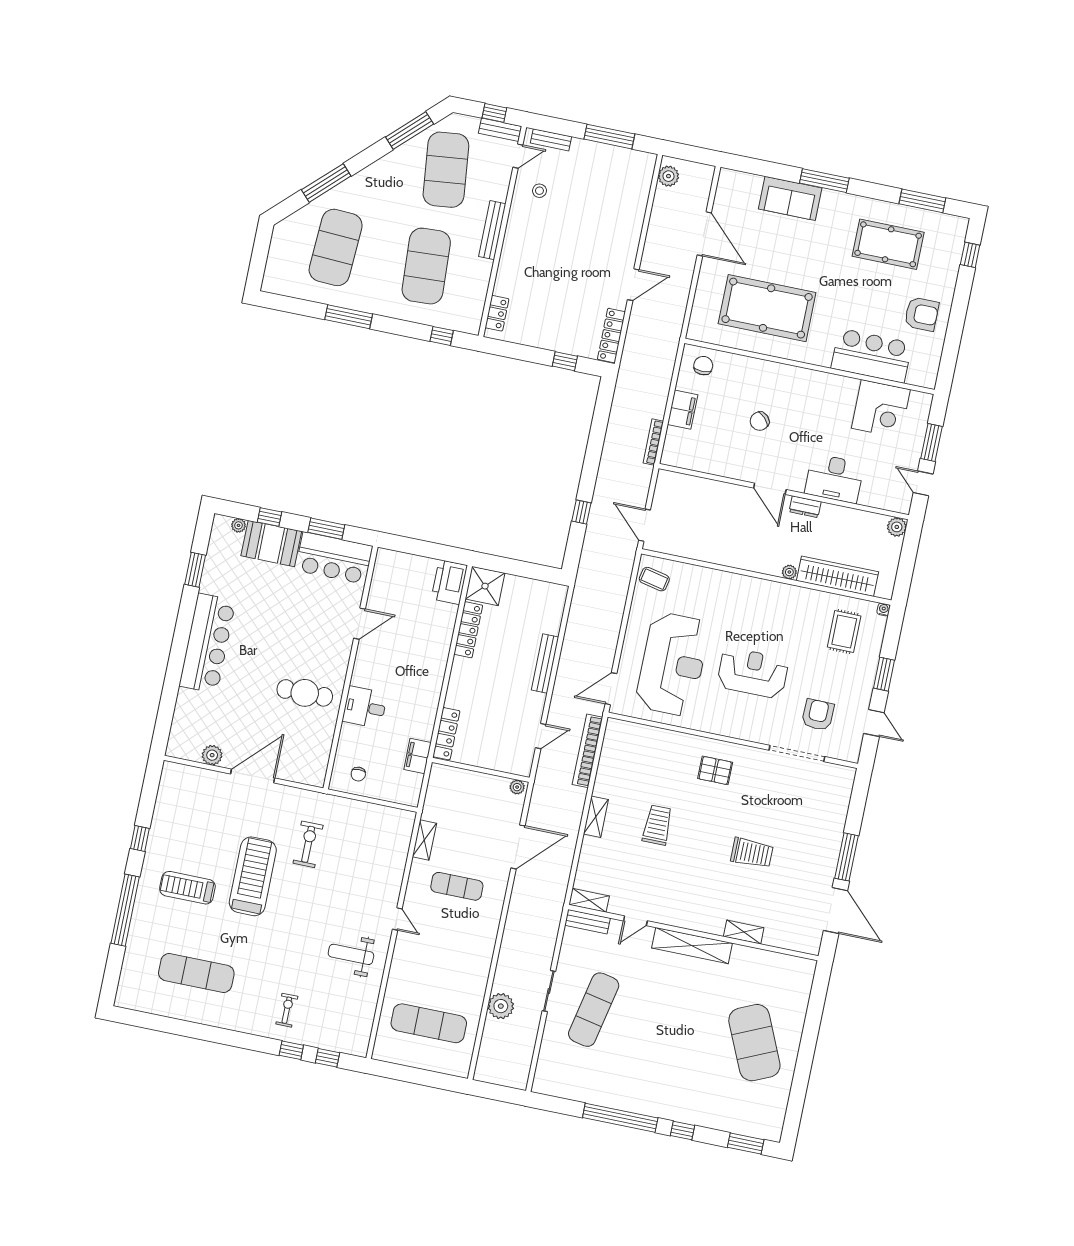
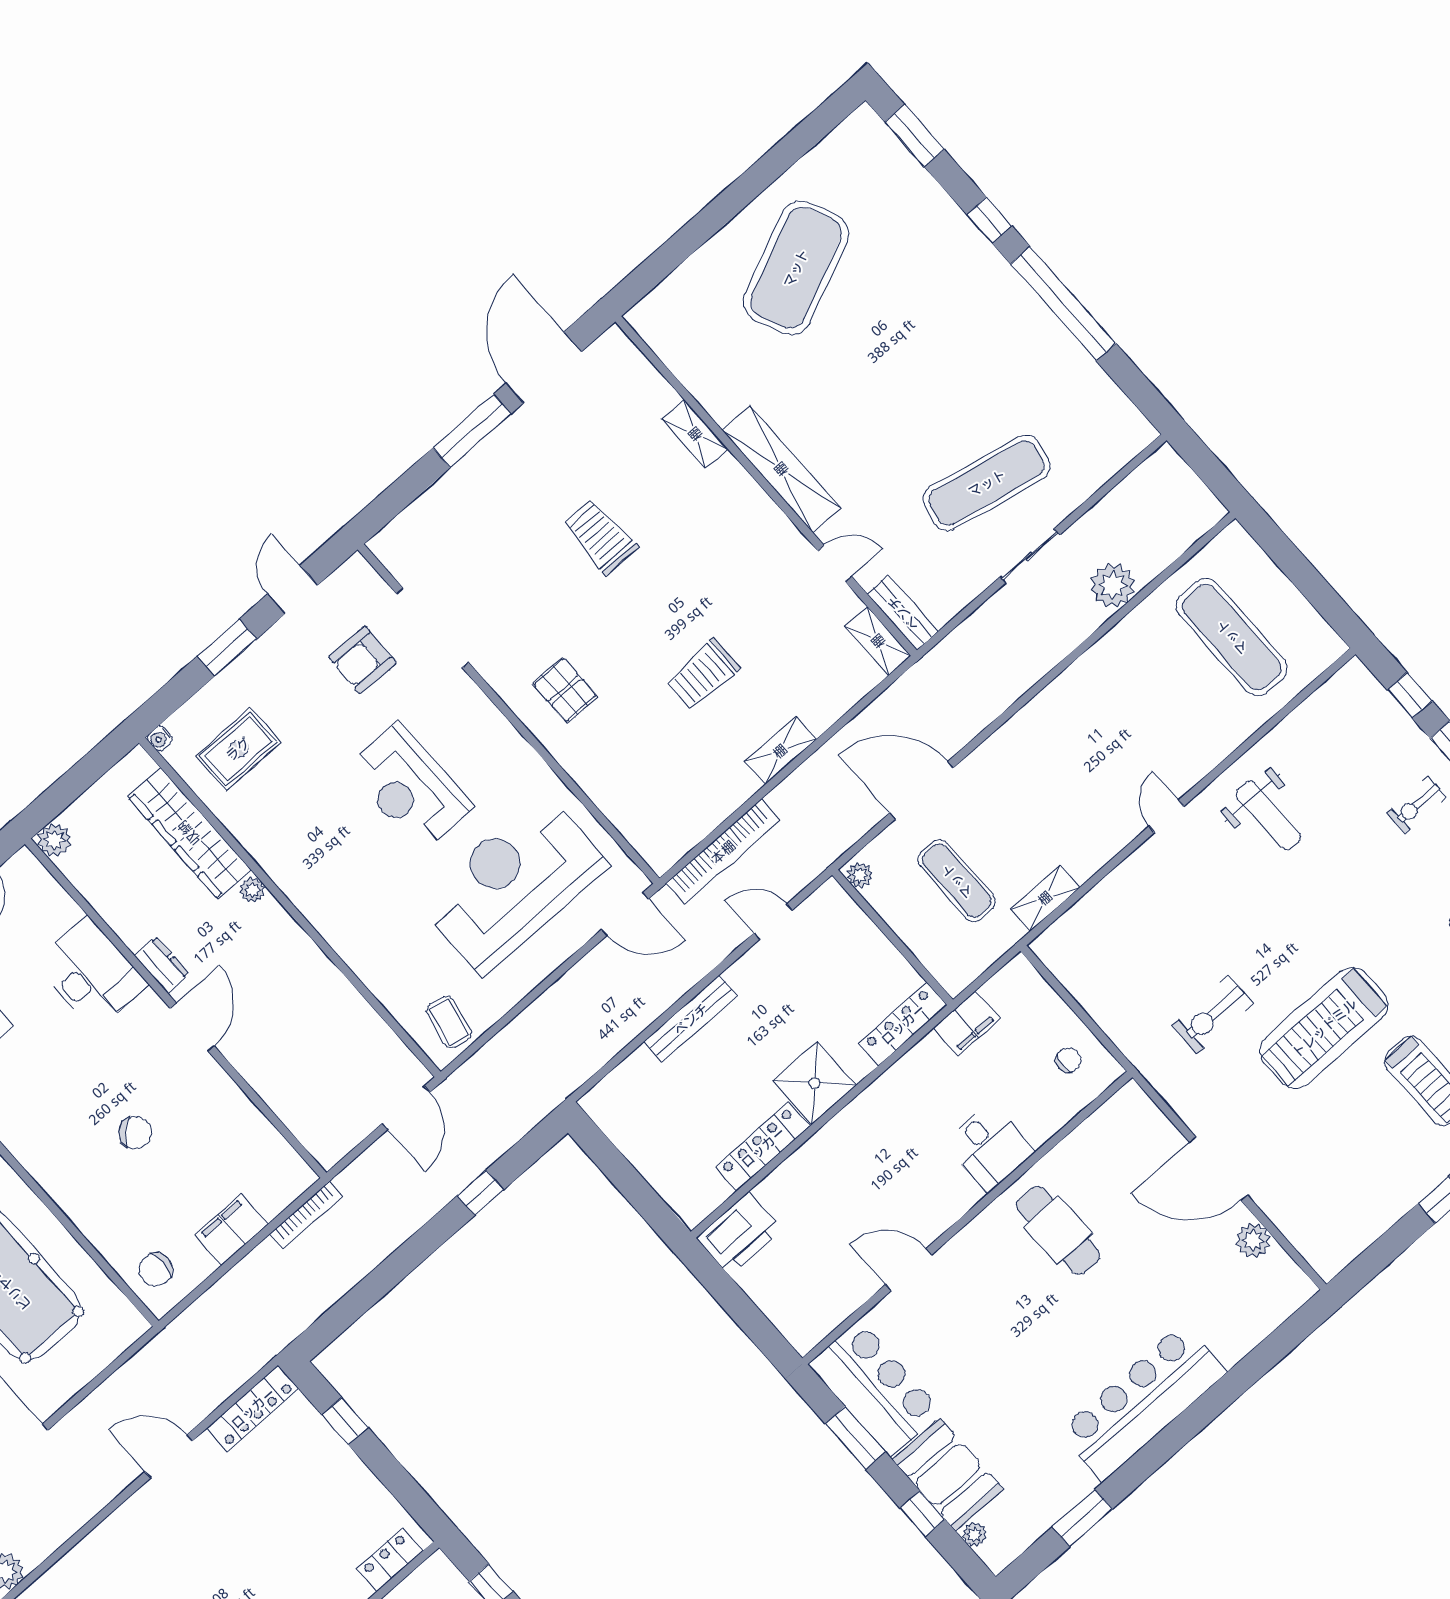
shower: (485, 586) -> (814, 1083), moved
exercise mat: (457, 886) -> (957, 881), moved

